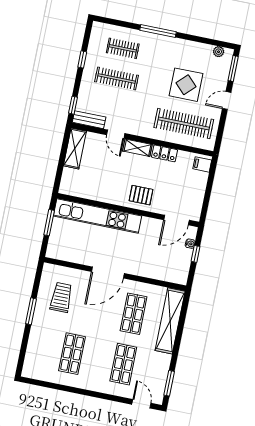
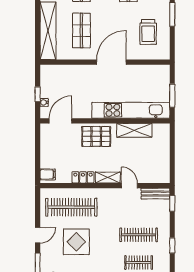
shelving: (75, 148) -> (134, 130), moved, turned 90
pallet: (141, 195) -> (96, 136), width x1.50, depth x1.42

